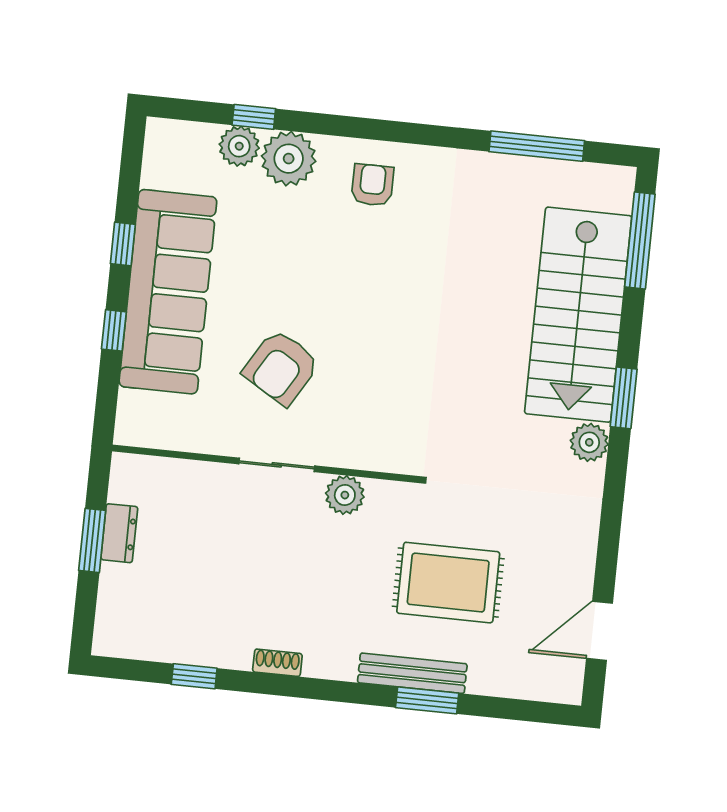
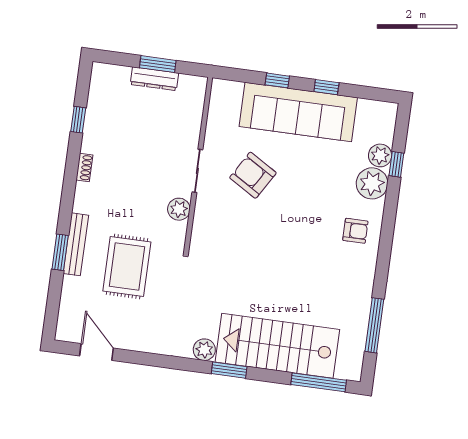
dresser: (119, 533) -> (154, 79), width x1.44

